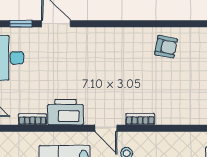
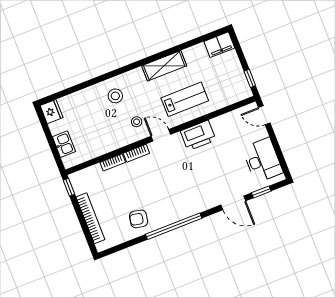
window: (131, 24) -> (174, 226), added
bookcase: (33, 119) -> (113, 162), moved

